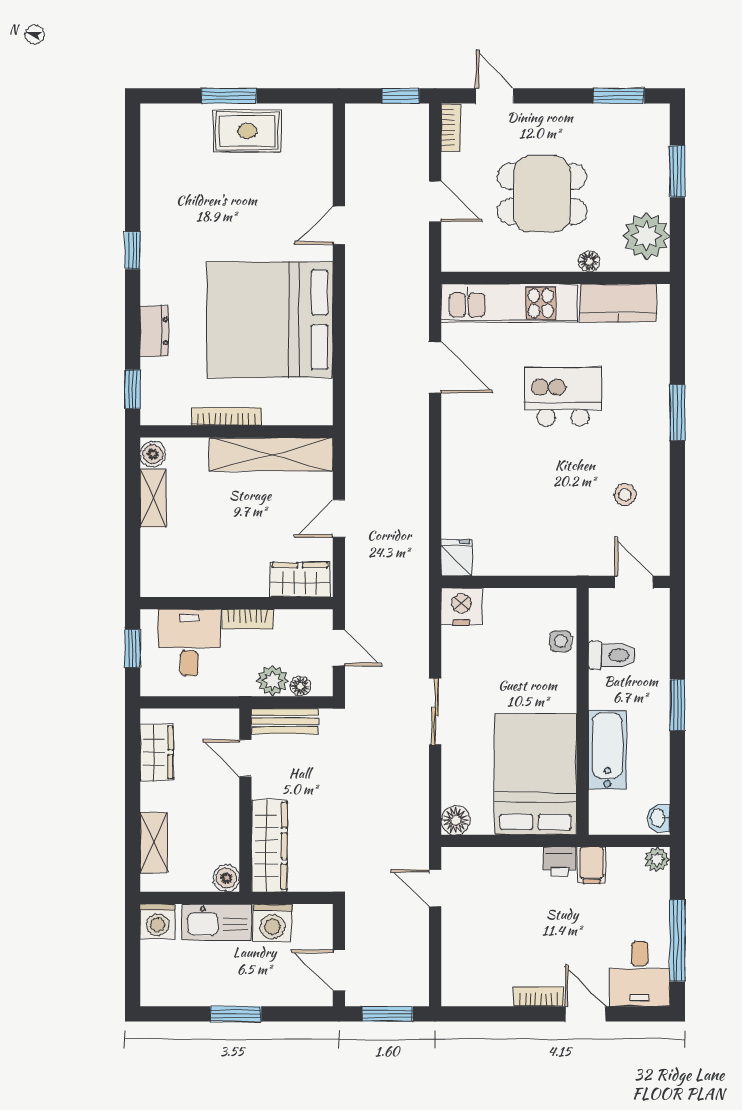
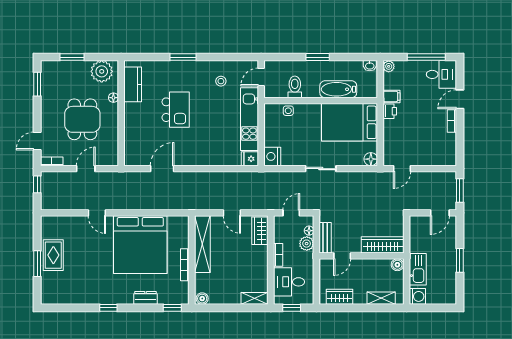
kitchen unit: (509, 303) -> (249, 119), moved, turned 180
kitchen island: (563, 397) -> (176, 110), turned 180
shelving: (153, 498) -> (255, 298), moved
washing machine: (272, 923) -> (418, 244), removed

